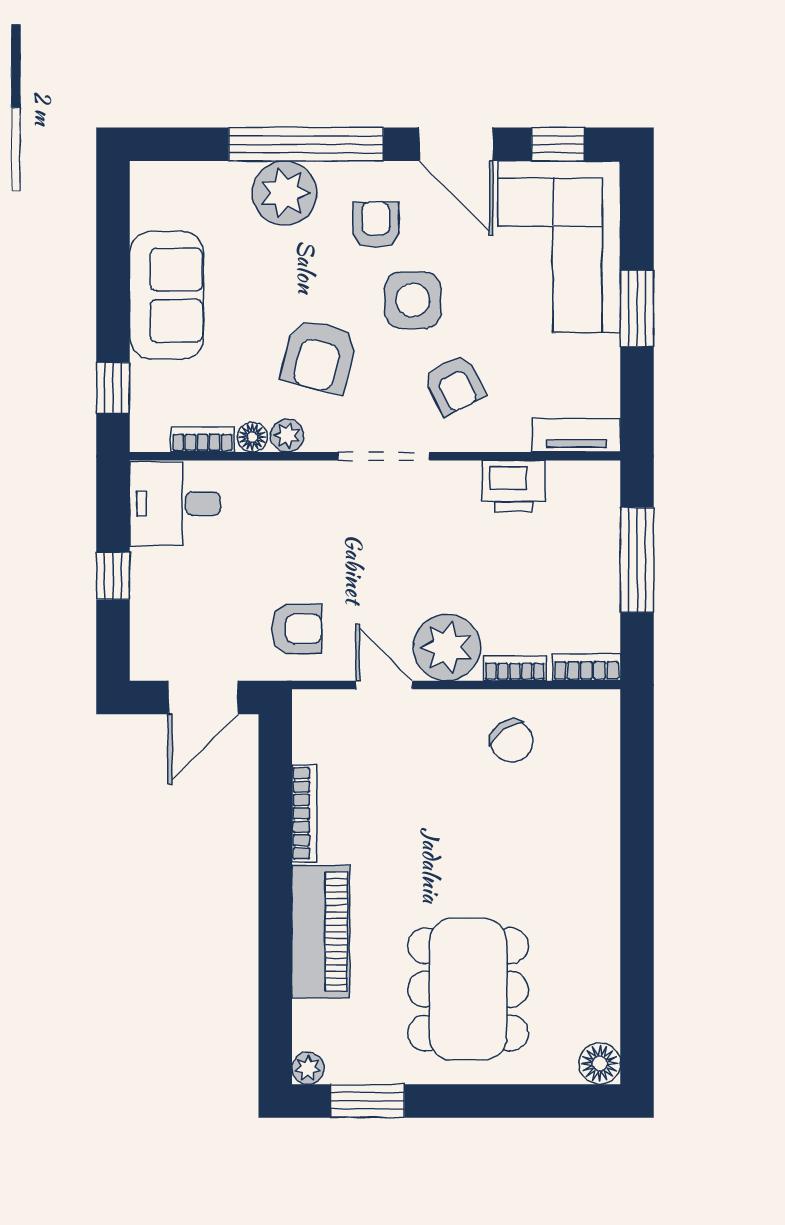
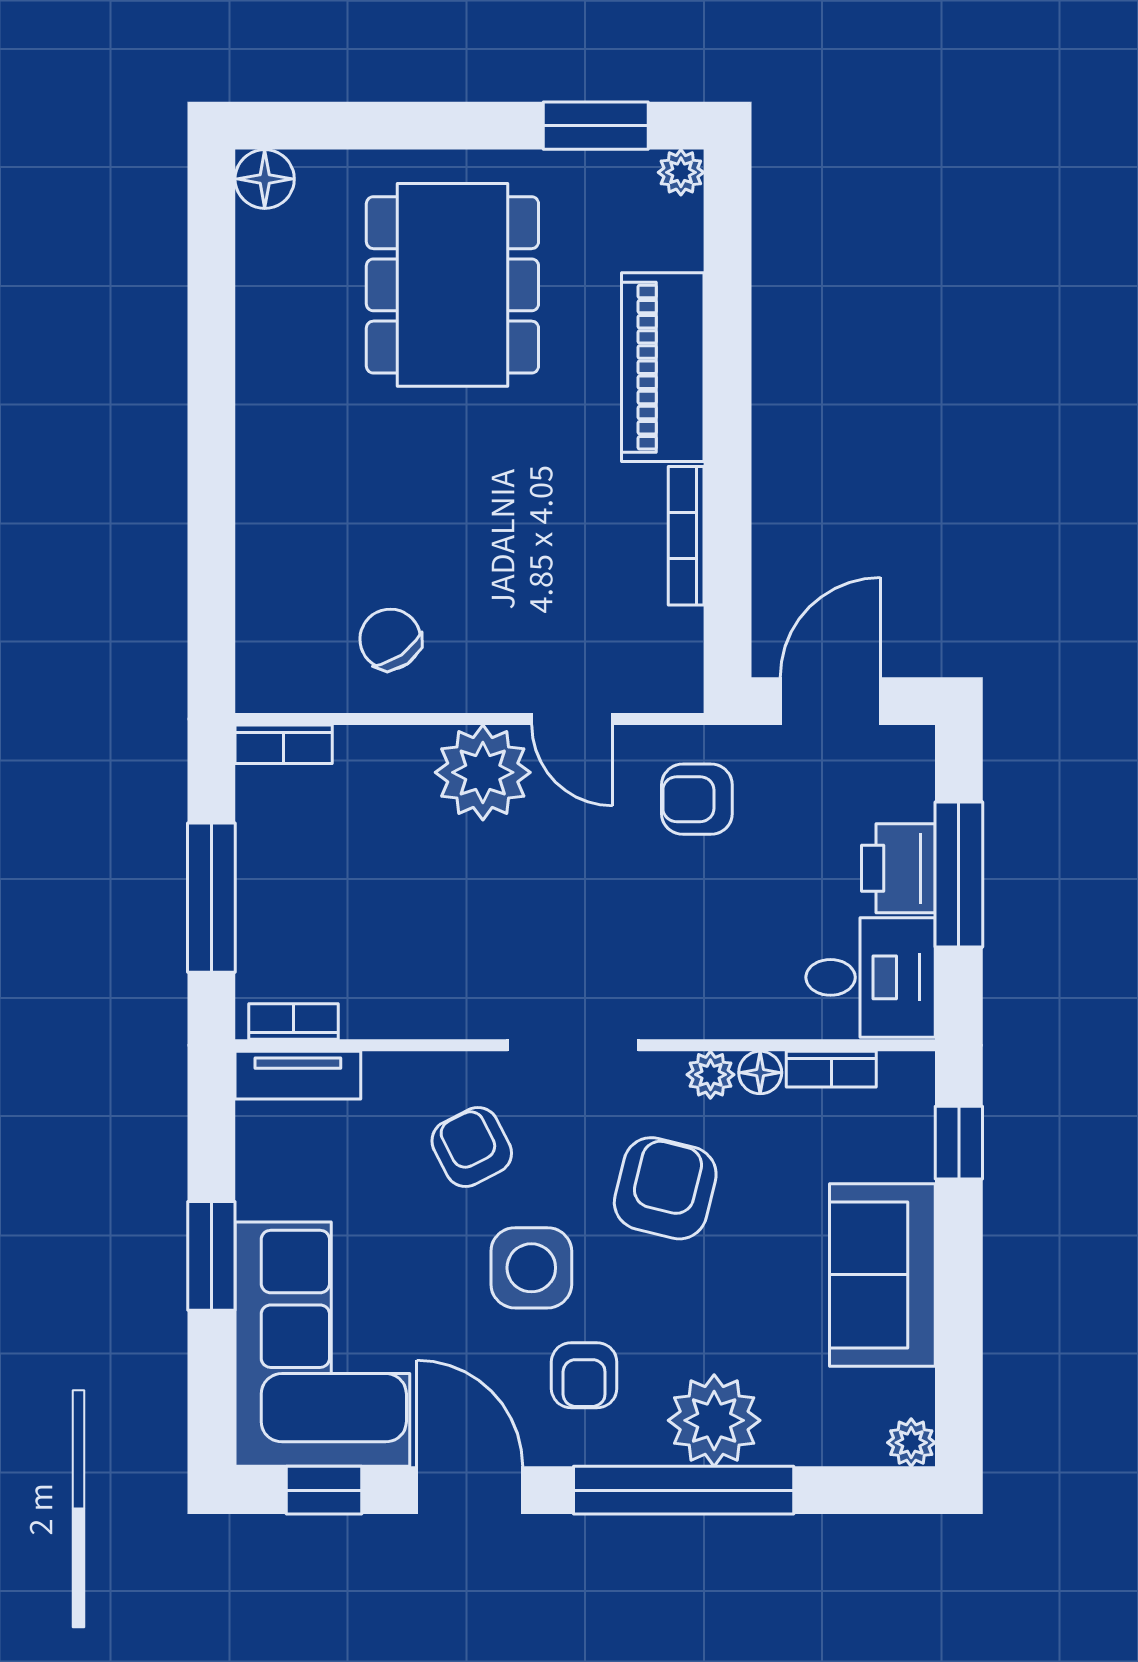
plant: (146, 178) -> (911, 1443), added
printer: (514, 486) -> (898, 868), moved, turned -90
window: (113, 576) -> (959, 875), width x2.17
bookcase: (515, 668) -> (293, 1021), moved, turned 180

